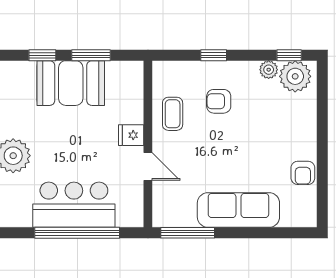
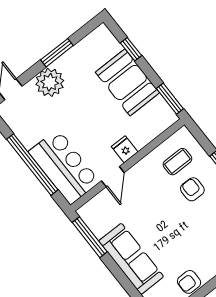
window: (91, 55) -> (170, 99), moved
coffee table: (173, 114) -> (177, 162), moved
bar counter: (74, 205) -> (64, 167), moved

